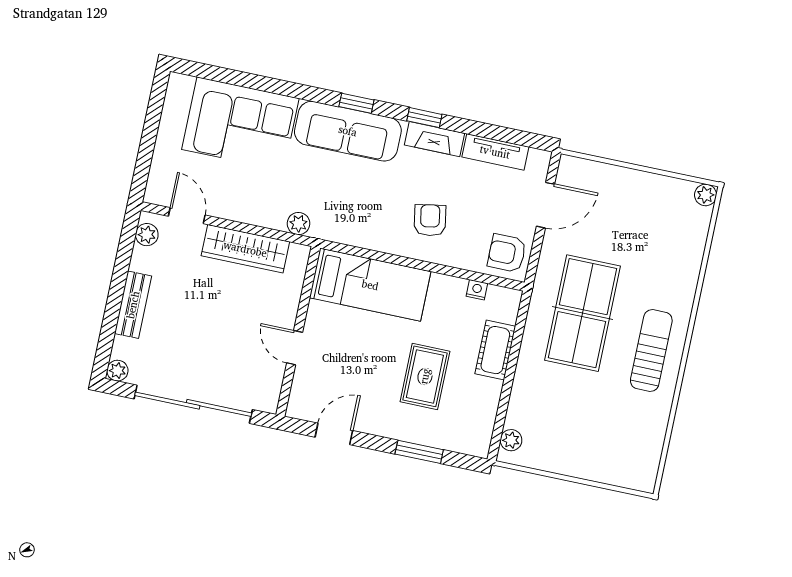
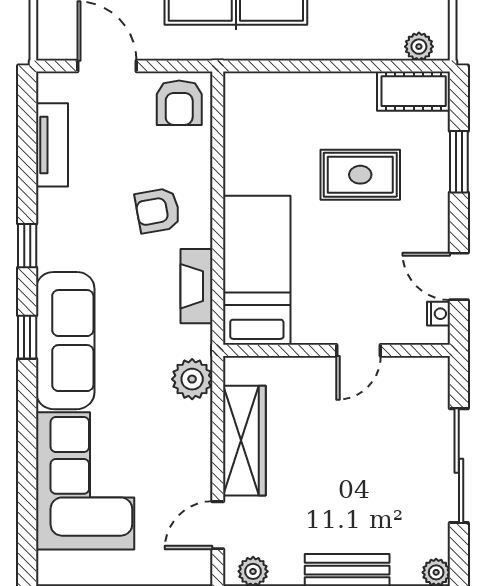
fireplace: (435, 139) -> (196, 286), moved, turned 180
plant: (298, 224) -> (192, 379), width x1.38, depth x1.38
nightstand: (477, 290) -> (439, 314), moved, turned 180
cot: (495, 350) -> (414, 91), moved
sliding door: (193, 404) -> (459, 466), width x0.73

